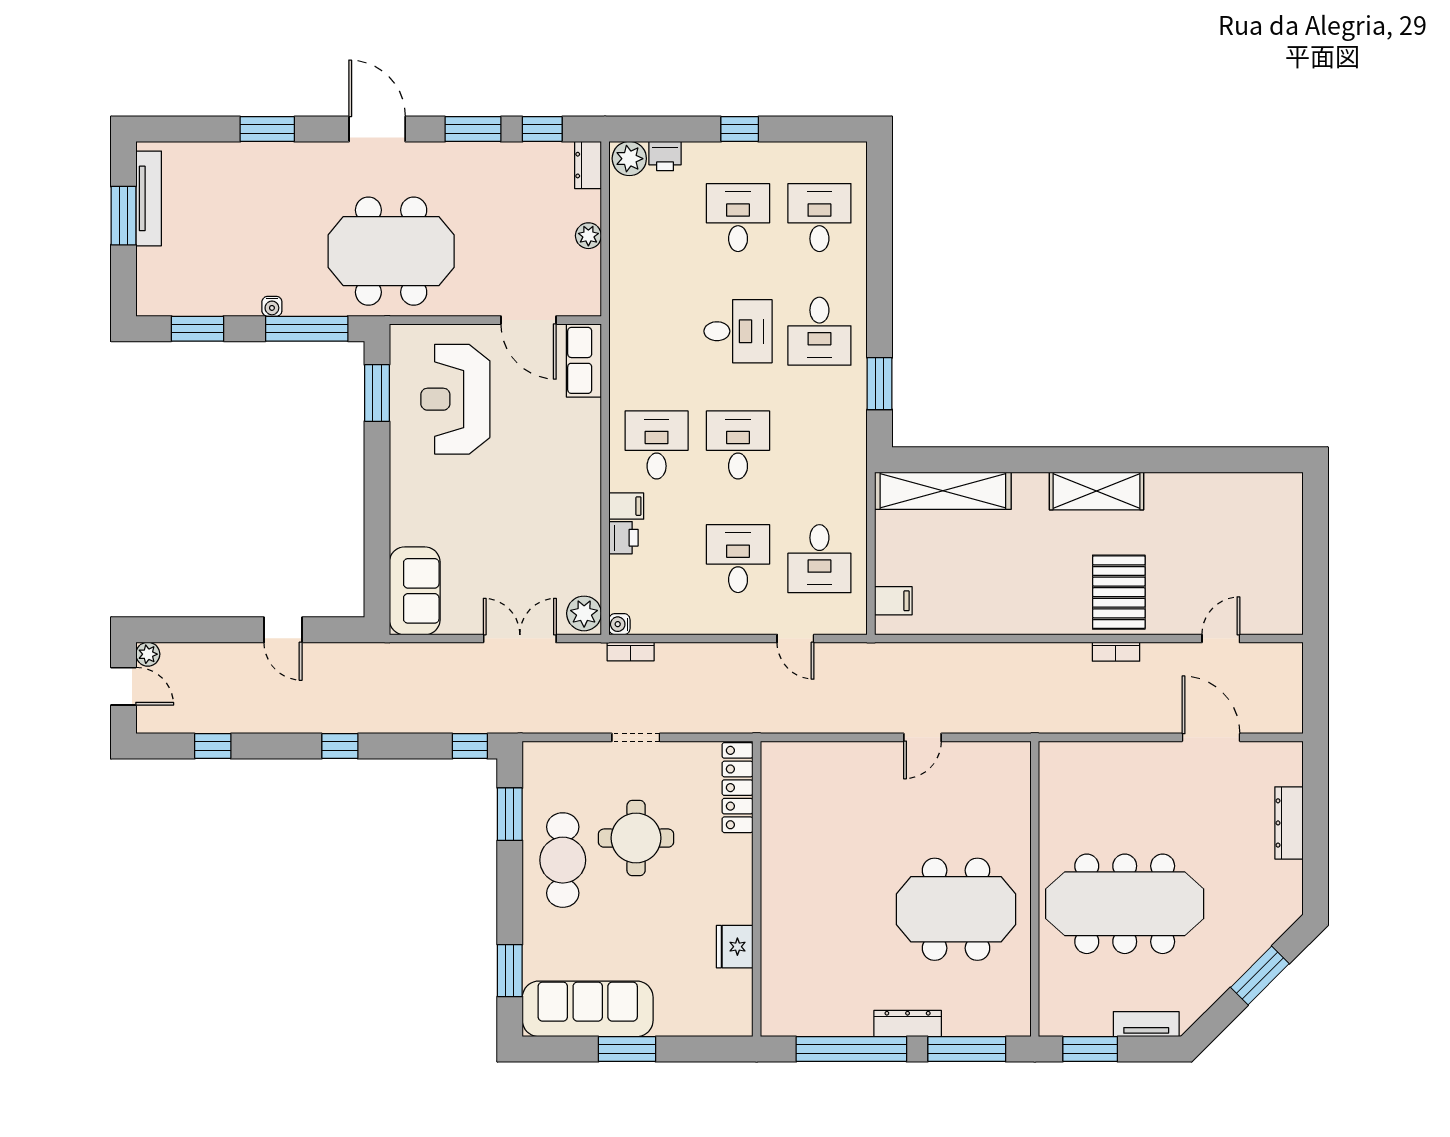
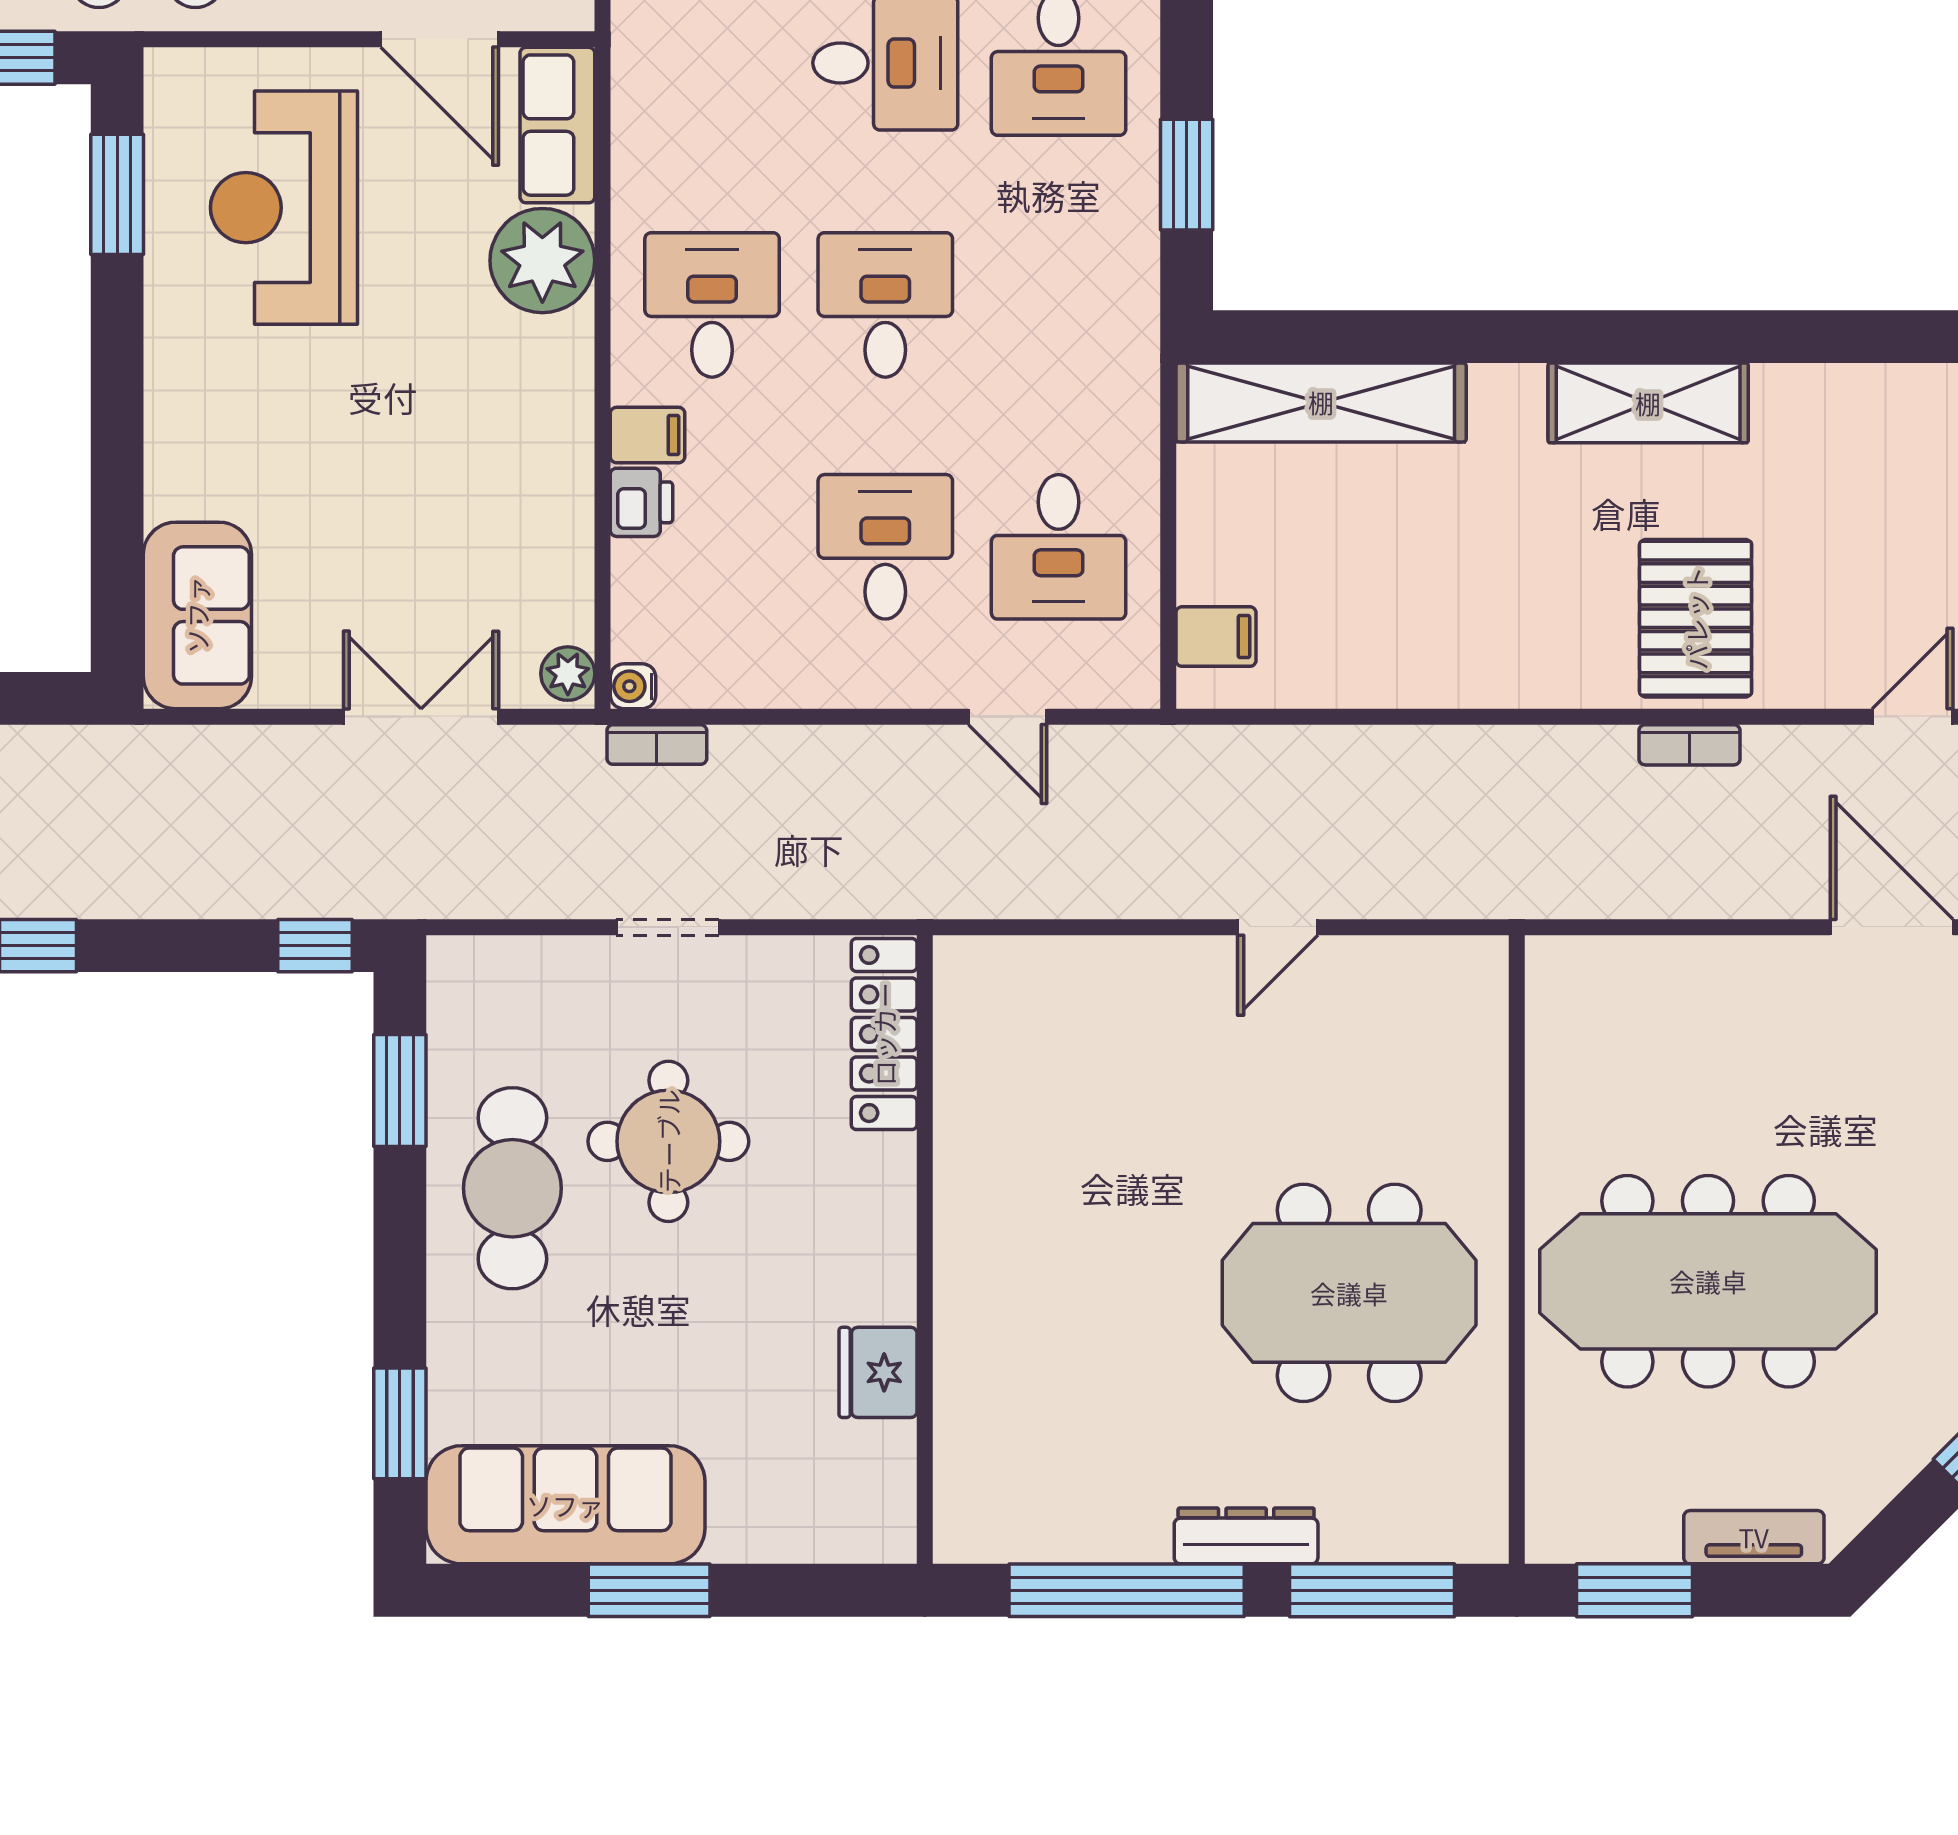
plant: (577, 424) -> (542, 261), added
plant: (584, 613) -> (568, 674), width x0.73, depth x0.73

